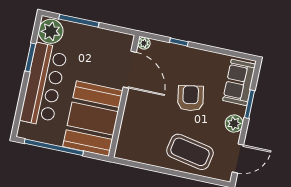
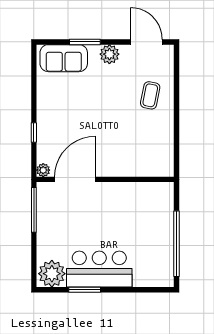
window: (79, 21) -> (34, 210), moved
bar counter: (44, 85) -> (99, 269), width x0.73
armchair: (191, 98) -> (92, 107), removed
booth: (93, 119) -> (137, 208), removed
coffee table: (190, 152) -> (150, 95), width x0.54, depth x0.58

